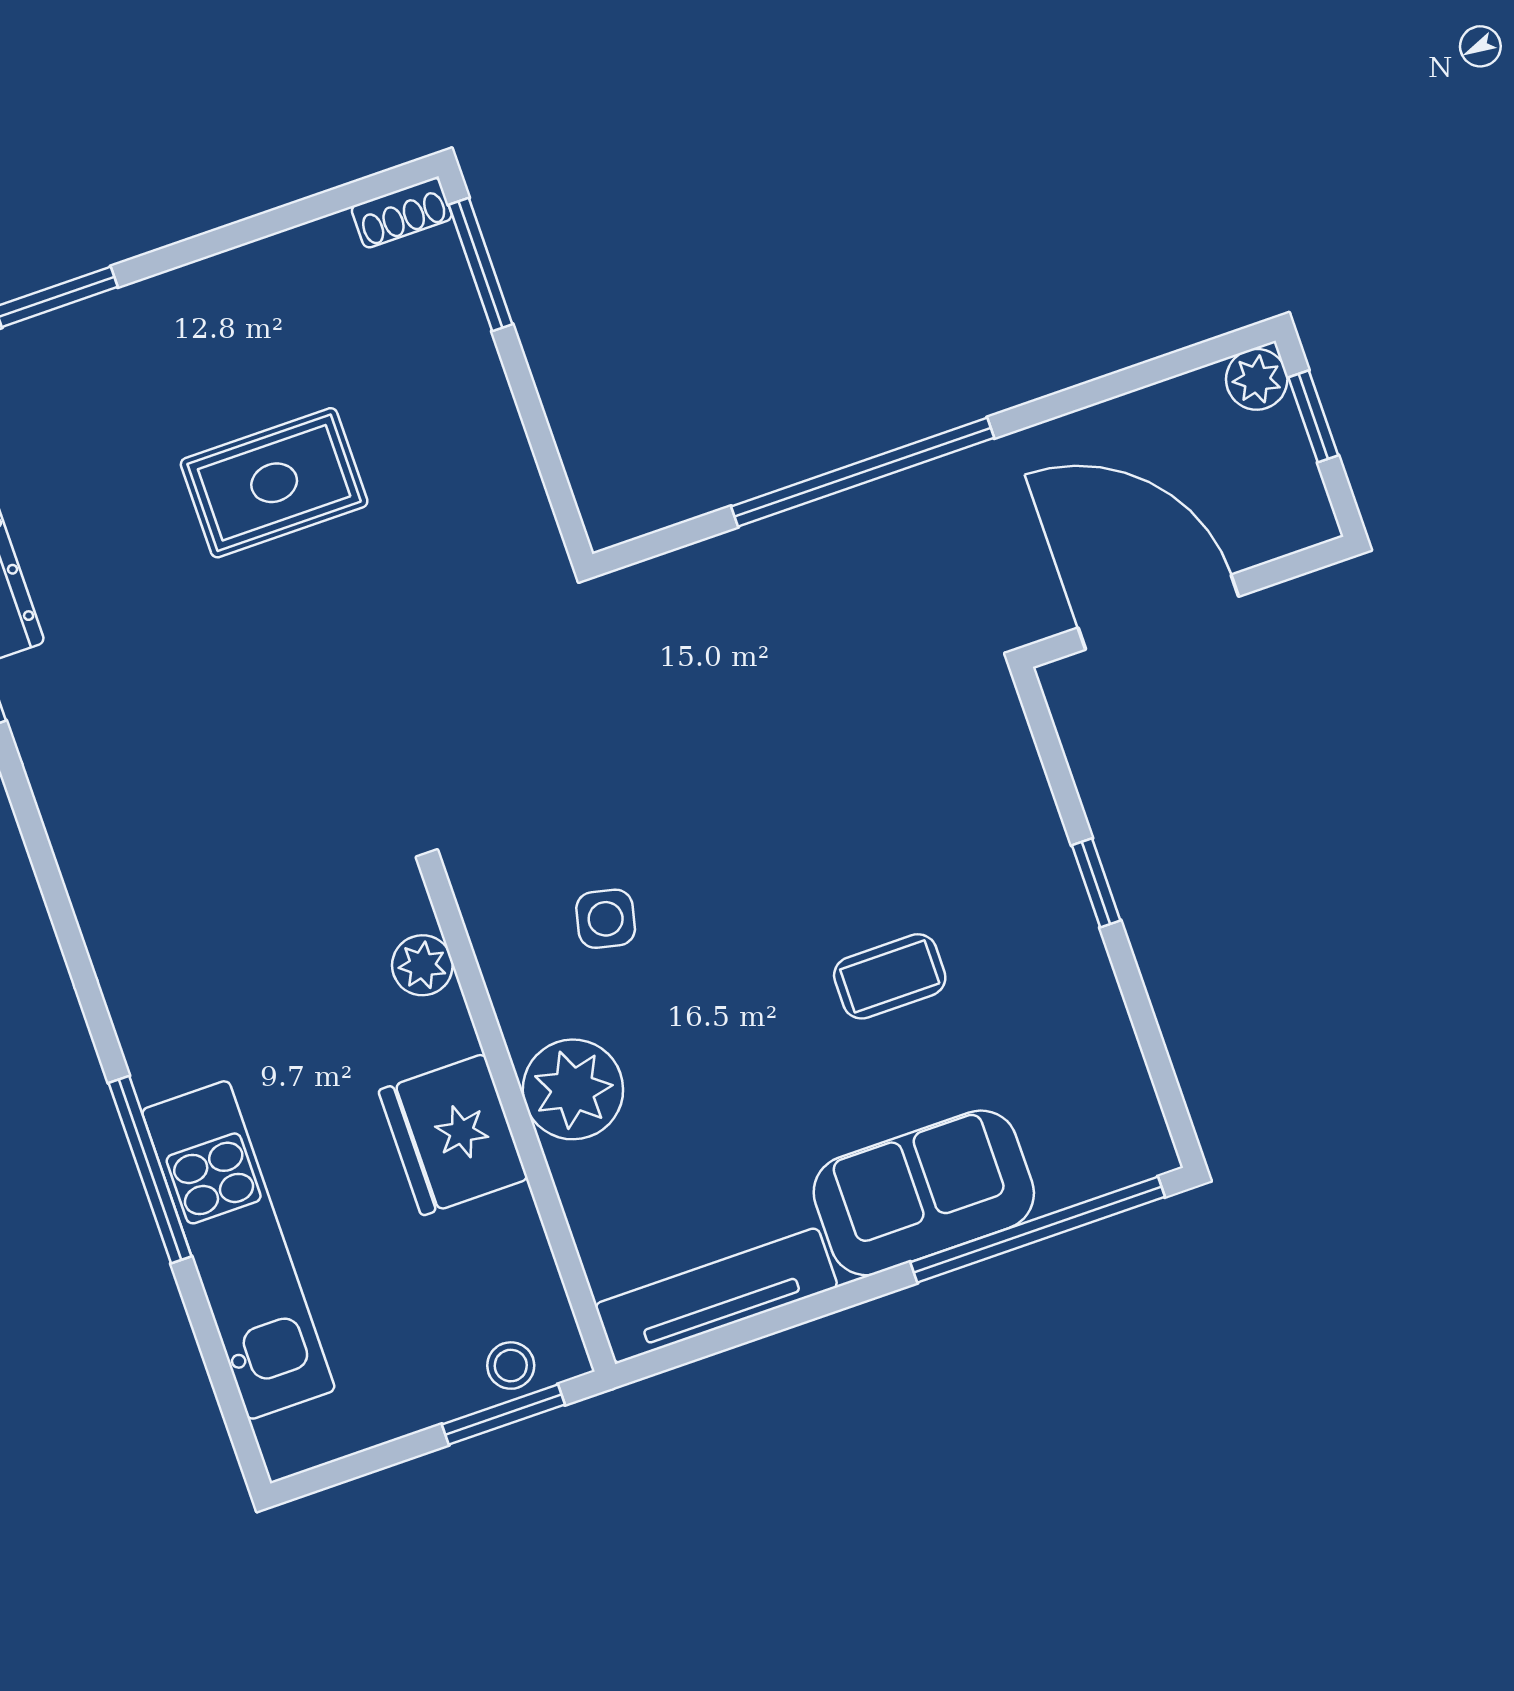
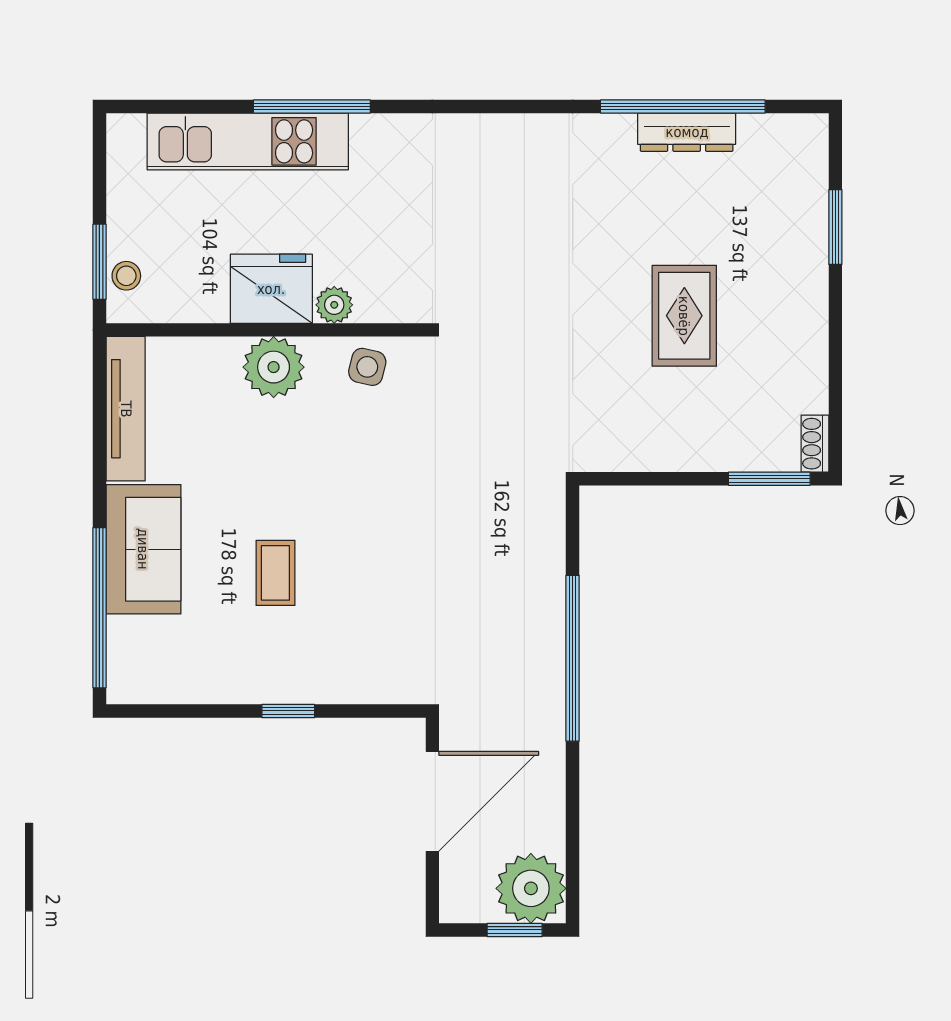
plant: (1257, 379) -> (531, 888), width x1.87, depth x1.87
side table: (606, 919) -> (367, 367), moved
plant: (422, 965) -> (334, 305), moved

